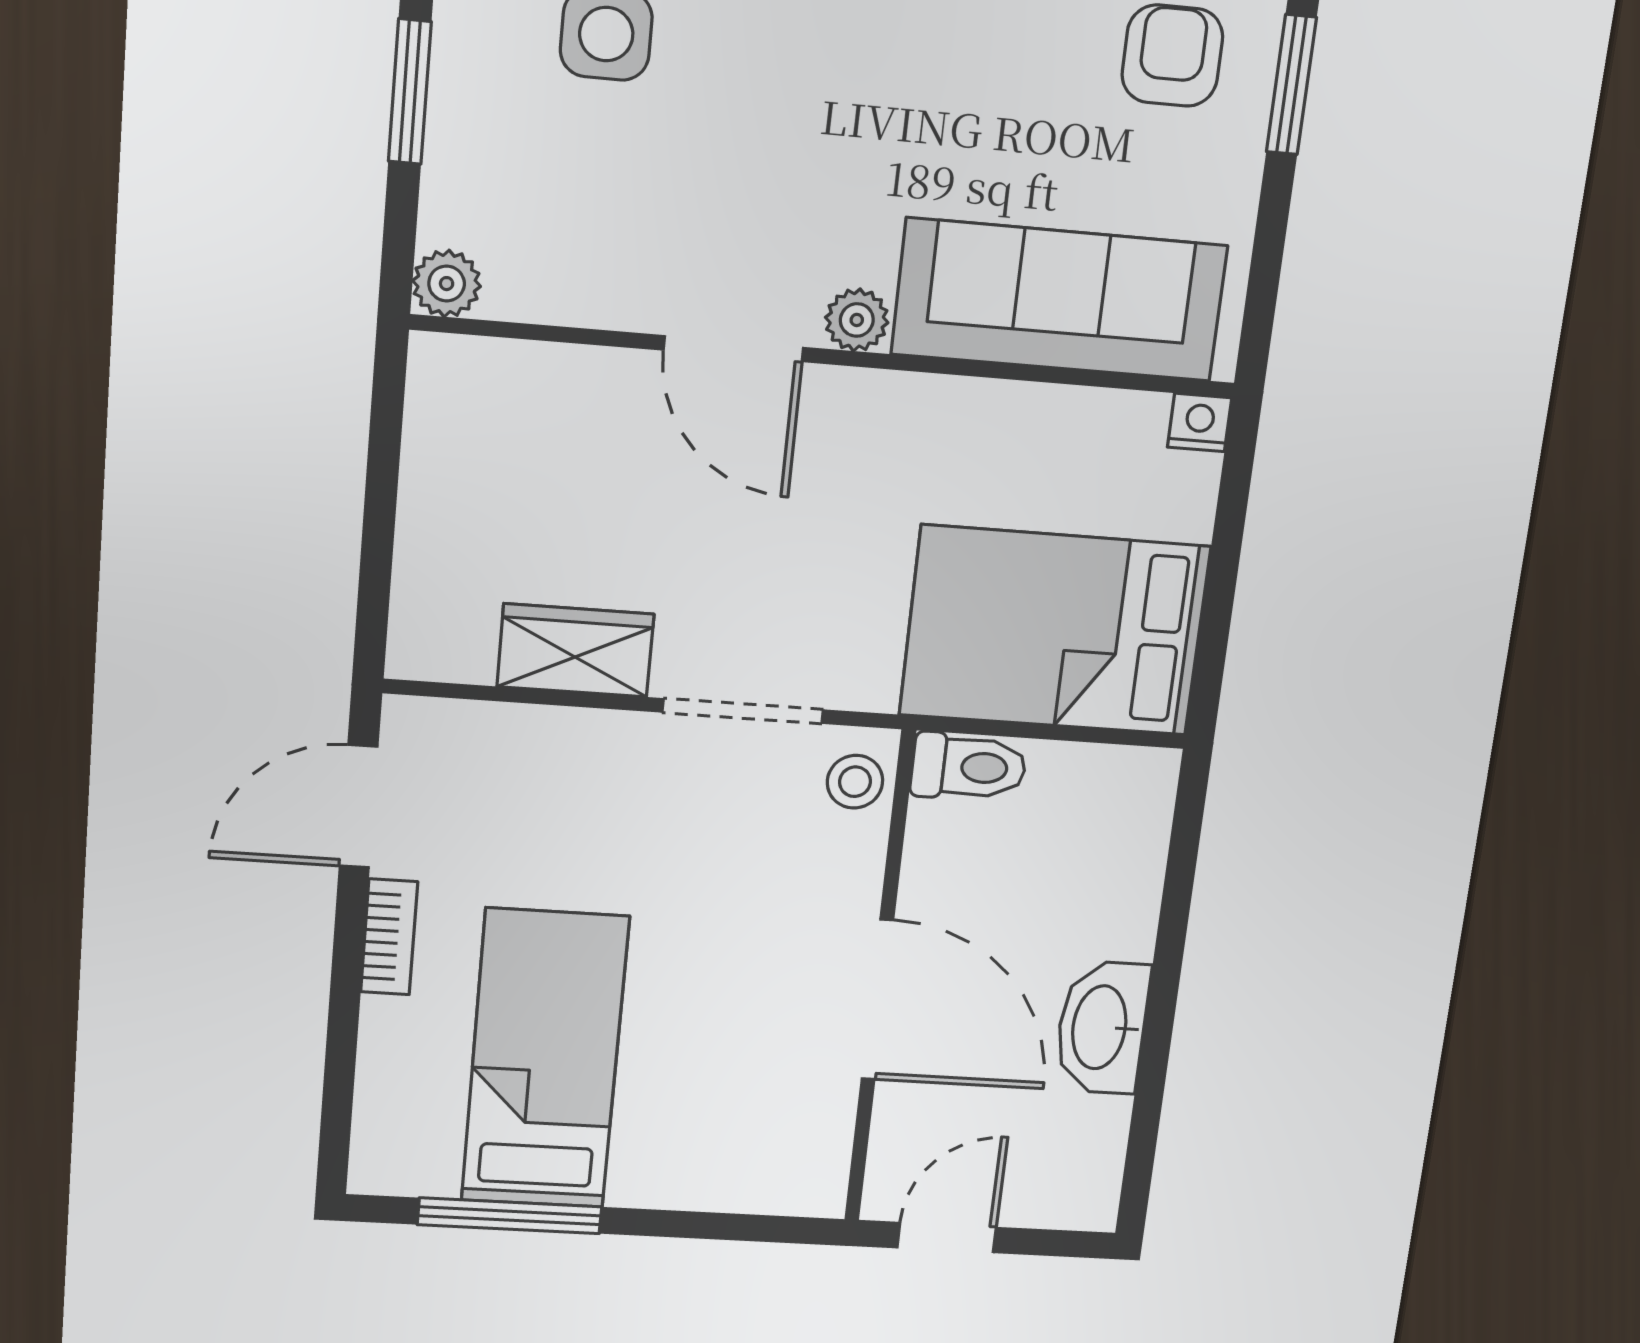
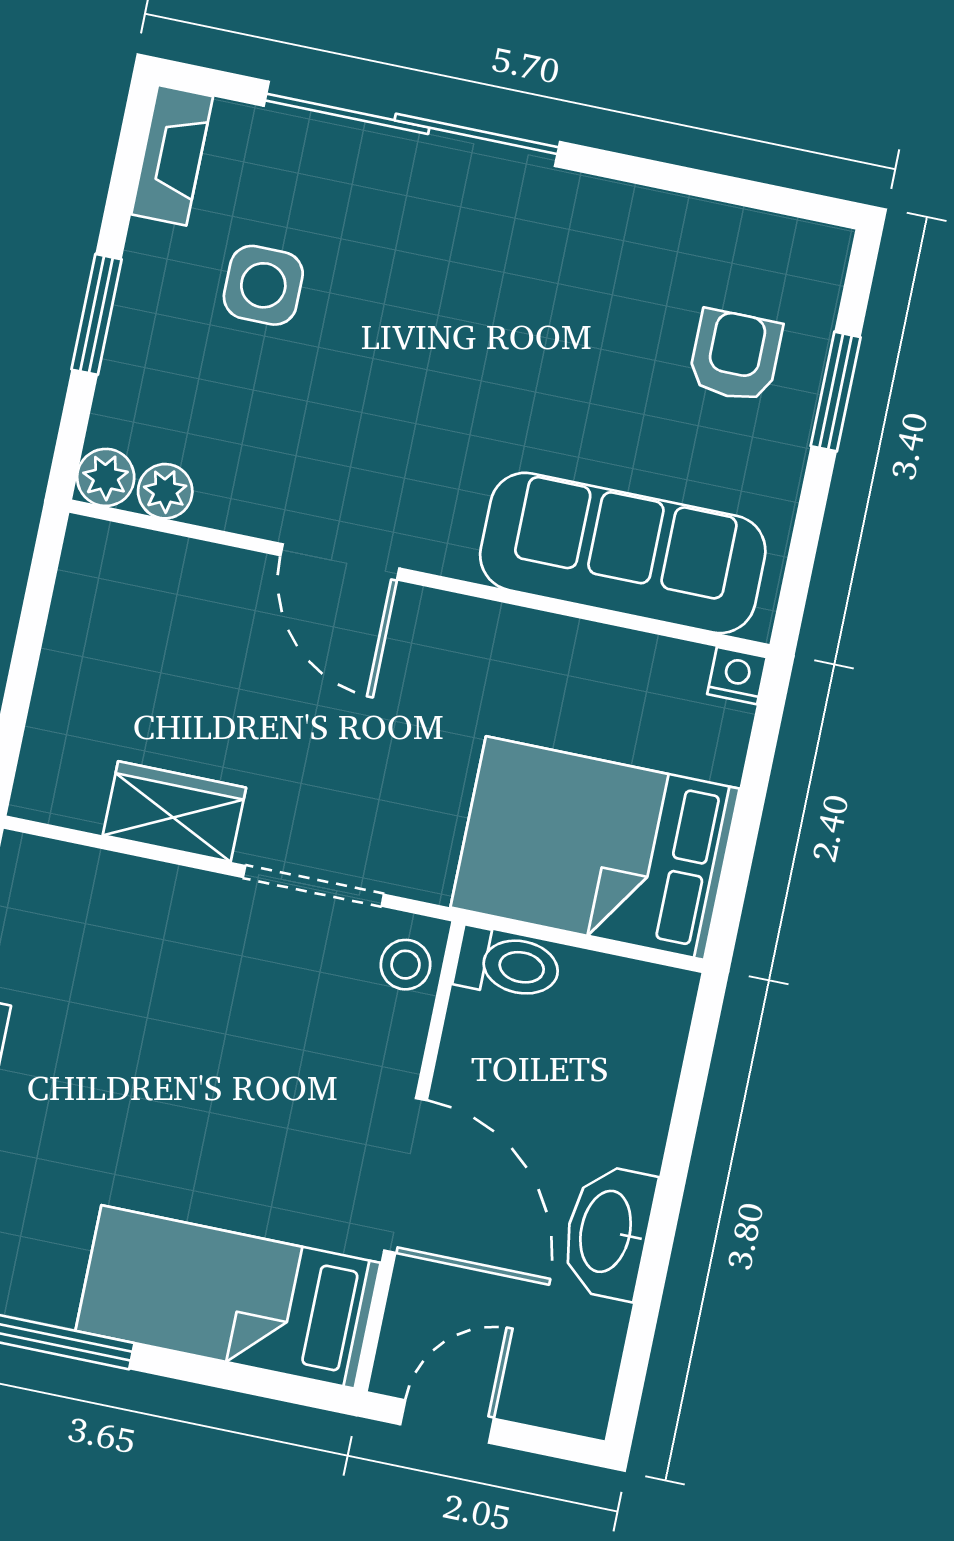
plant: (857, 320) -> (165, 491), moved
bed: (545, 1059) -> (228, 1297), moved, turned -90

